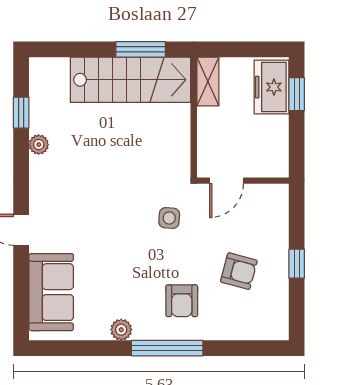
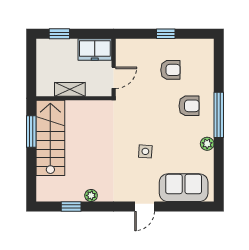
shelving: (208, 81) -> (70, 89), moved
freezer: (271, 87) -> (95, 49), moved
door: (227, 181) -> (114, 78), hinge flipped
side table: (169, 218) -> (145, 151), moved
armchair: (239, 271) -> (170, 70), turned 75

